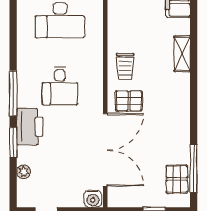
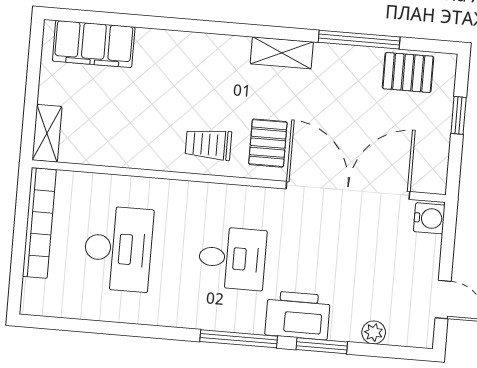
shelving: (182, 54) -> (282, 53), moved
trolley: (125, 66) -> (208, 144), turned 180
window: (194, 168) -> (359, 40), moved

